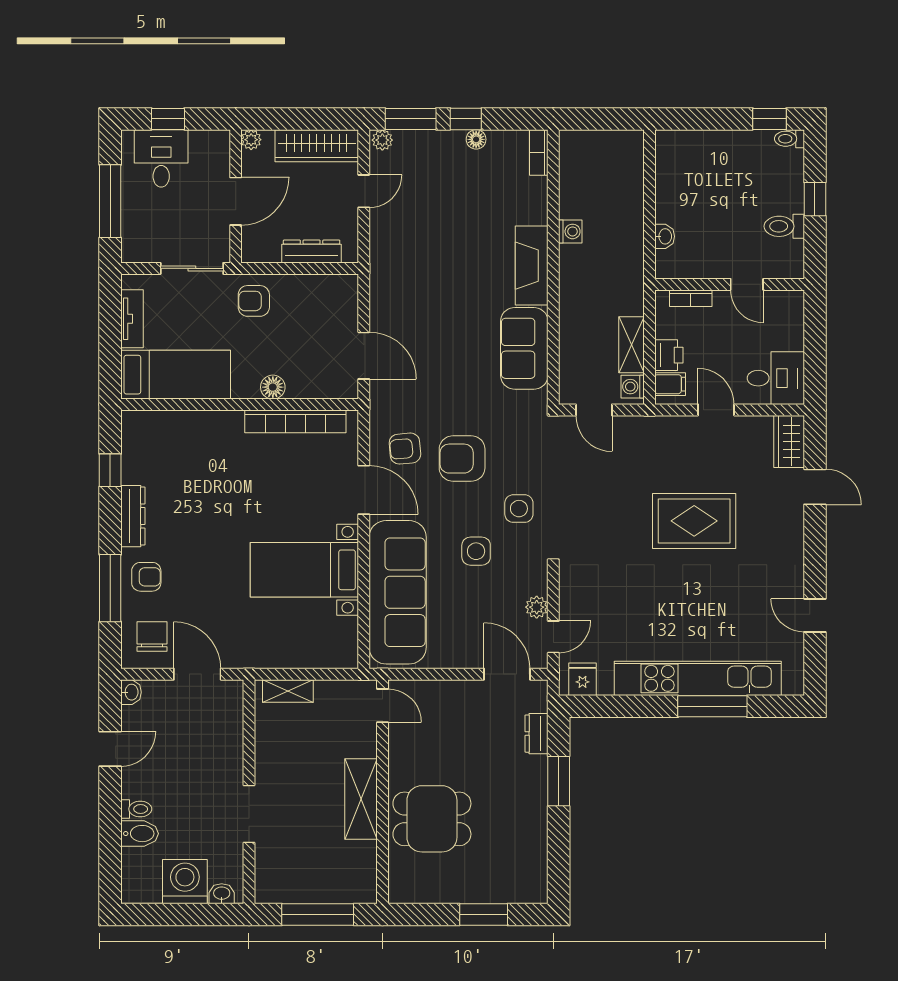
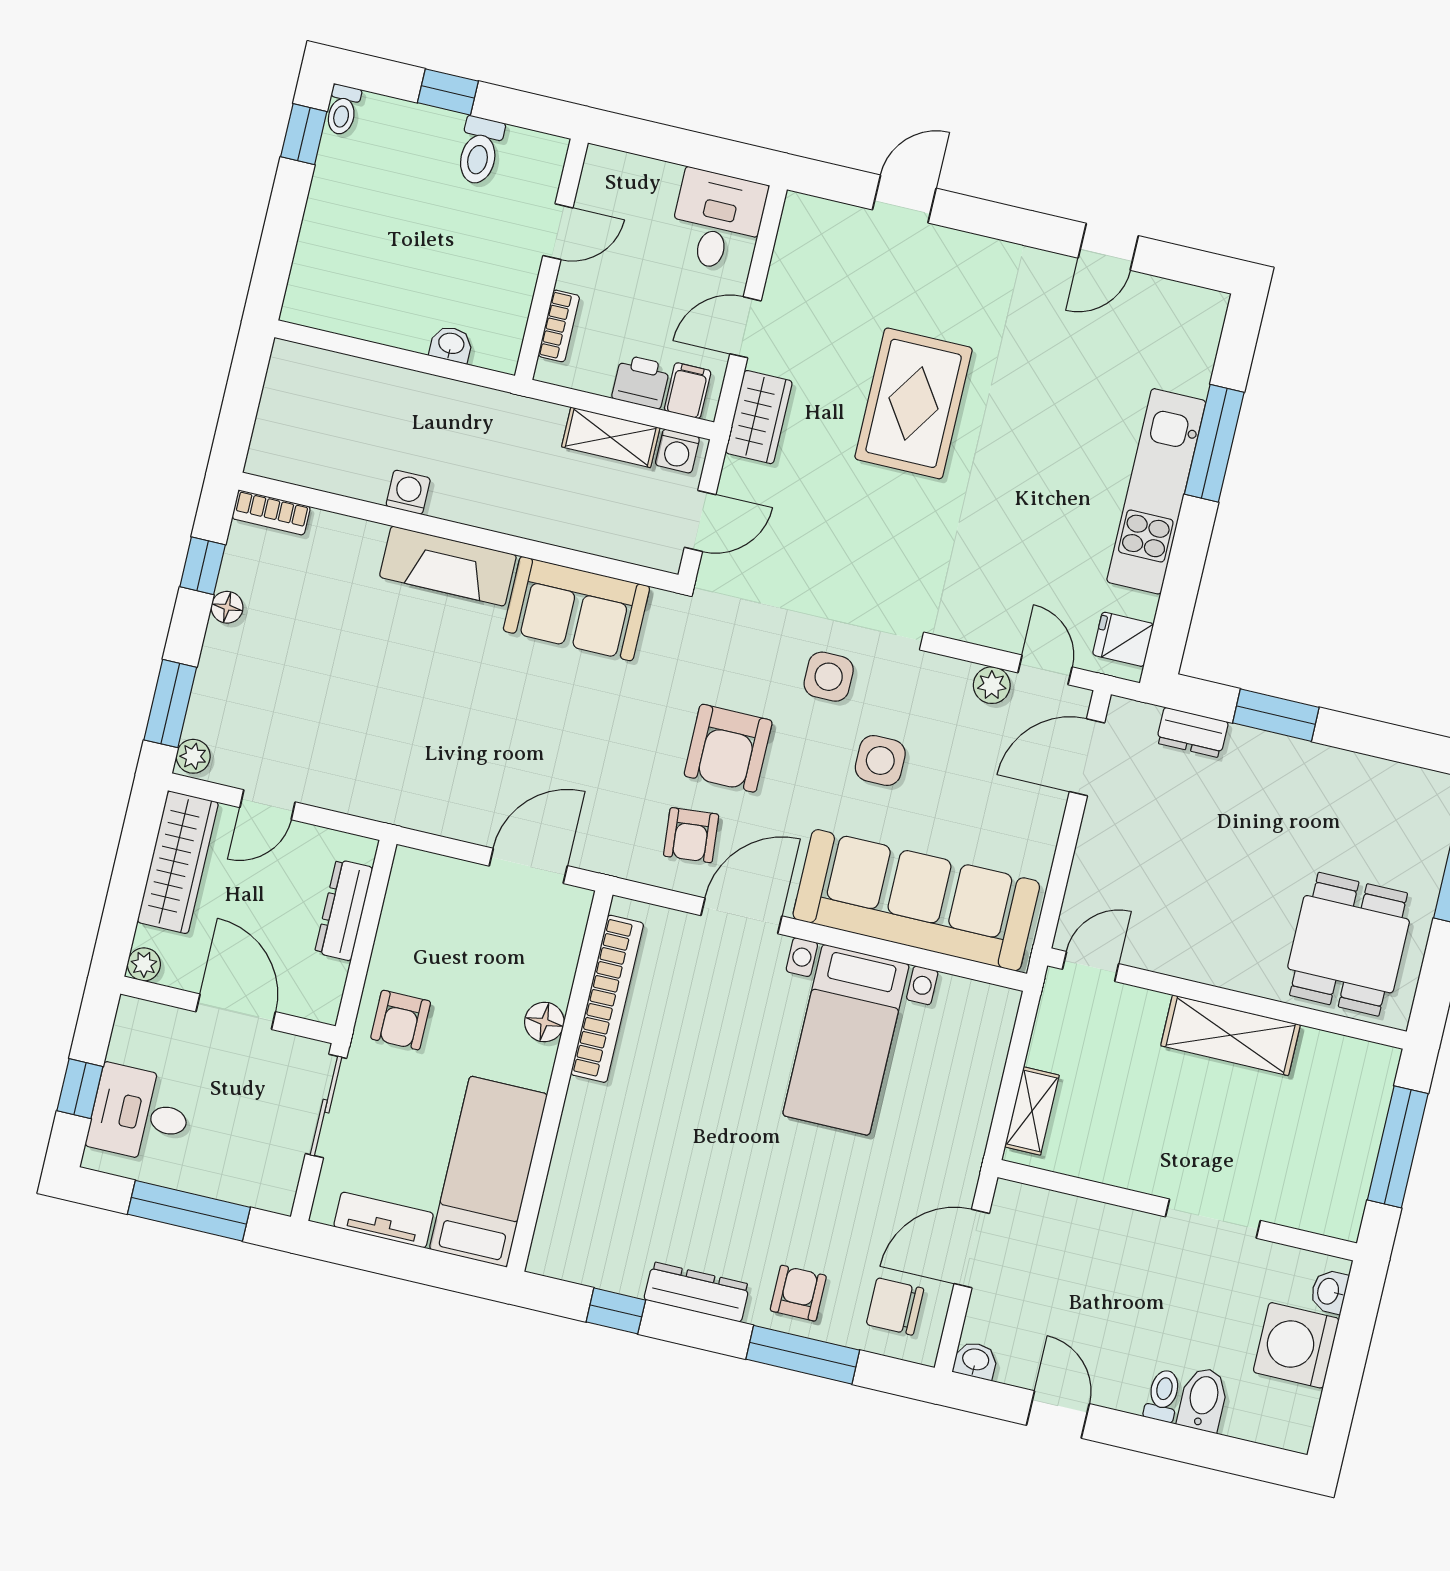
window: (466, 119) -> (203, 566), moved
door: (364, 191) -> (268, 805), swing flipped
wardrobe: (789, 441) -> (759, 417), moved, turned -90
kitchen unit: (698, 678) -> (1156, 491), width x0.73
dining table: (432, 819) -> (1349, 944), moved

